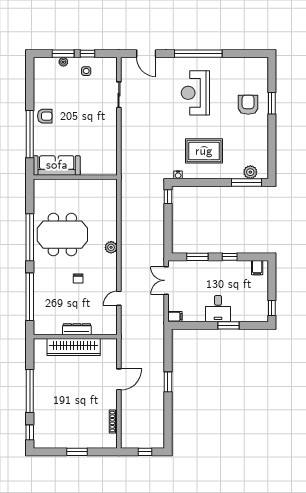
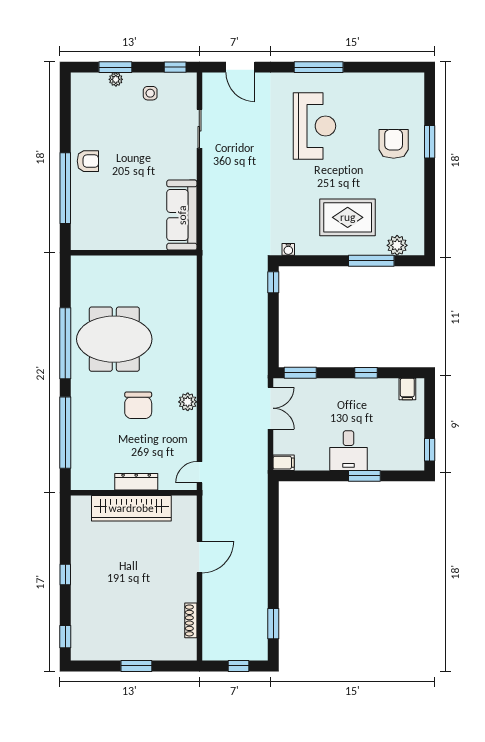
window: (87, 54) -> (175, 67), moved
window: (198, 54) -> (319, 67), width x0.68
reception desk: (195, 93) -> (314, 126), turned 180
rug: (204, 151) -> (348, 217), moved
sofa: (57, 165) -> (182, 215), moved, turned -90
window: (247, 182) -> (371, 261), moved
plant: (111, 247) -> (188, 402), moved
window: (197, 257) -> (300, 373), moved
chair: (78, 278) -> (138, 405), width x1.87, depth x1.87
double door: (166, 280) -> (271, 408), swing flipped
door: (119, 298) -> (199, 472), moved
window: (168, 382) -> (273, 624), moved
window: (30, 391) -> (65, 575), width x0.32

